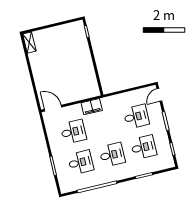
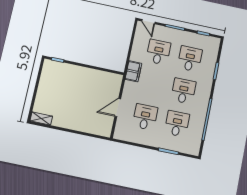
filing cabinet: (92, 107) -> (133, 71), moved
door: (53, 108) -> (118, 108), moved

